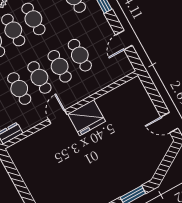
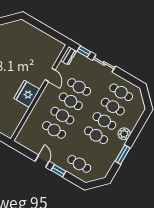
door: (124, 40) -> (42, 161), moved
door: (58, 117) -> (50, 75), moved

